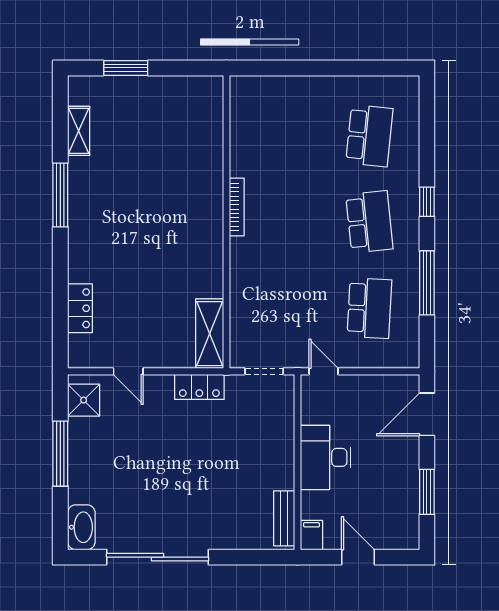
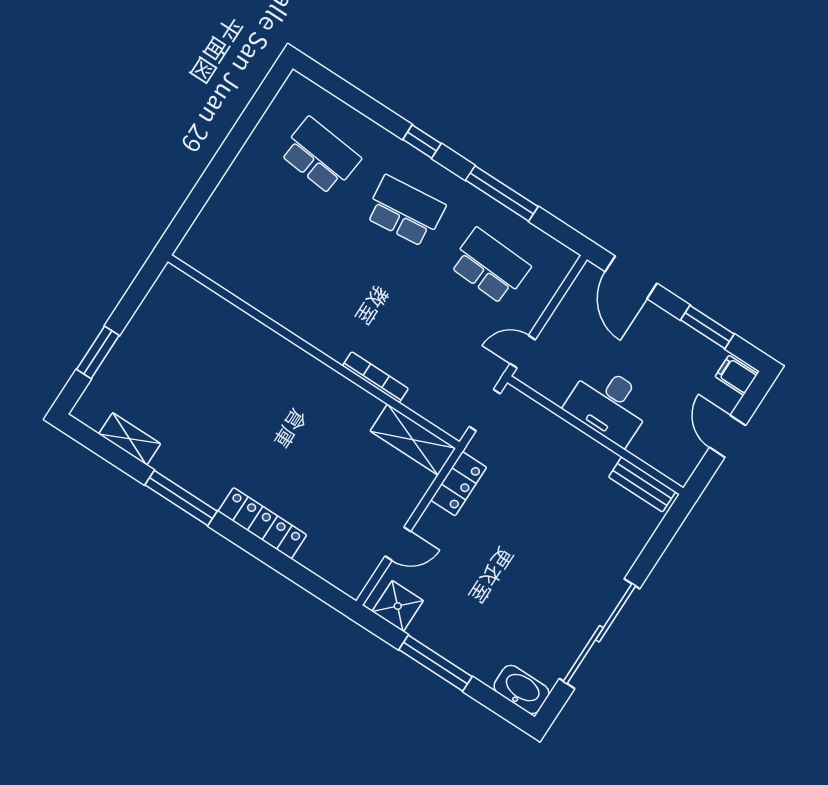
bookcase: (237, 207) -> (375, 377), moved
locker: (80, 308) -> (262, 523), moved, width x1.53
filing cabinet: (311, 535) -> (736, 375), moved
door: (358, 557) -> (728, 436), hinge flipped

